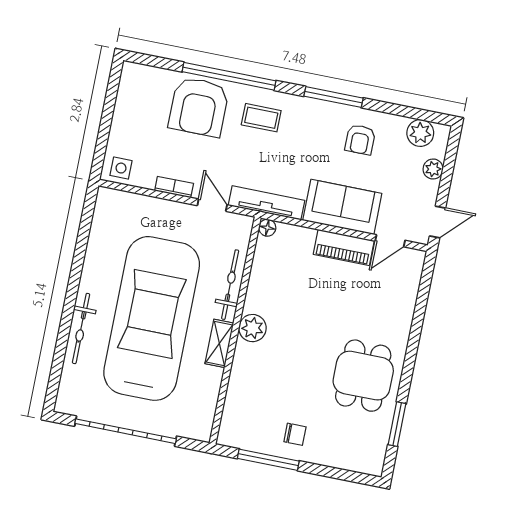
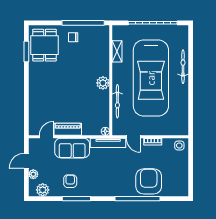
window: (333, 97) -> (76, 199), moved
coffee table: (261, 118) -> (118, 182), removed
door: (437, 222) -> (26, 161), moved
shelving: (219, 343) -> (117, 51), moved
dining table: (363, 376) -> (45, 45), moved
window: (268, 460) -> (83, 23), width x1.46

